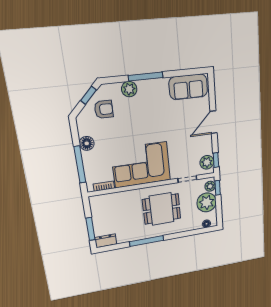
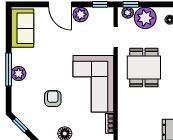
plant: (129, 89) -> (19, 74), moved
armchair: (104, 109) -> (53, 99), moved
plant: (207, 162) -> (81, 14), moved

